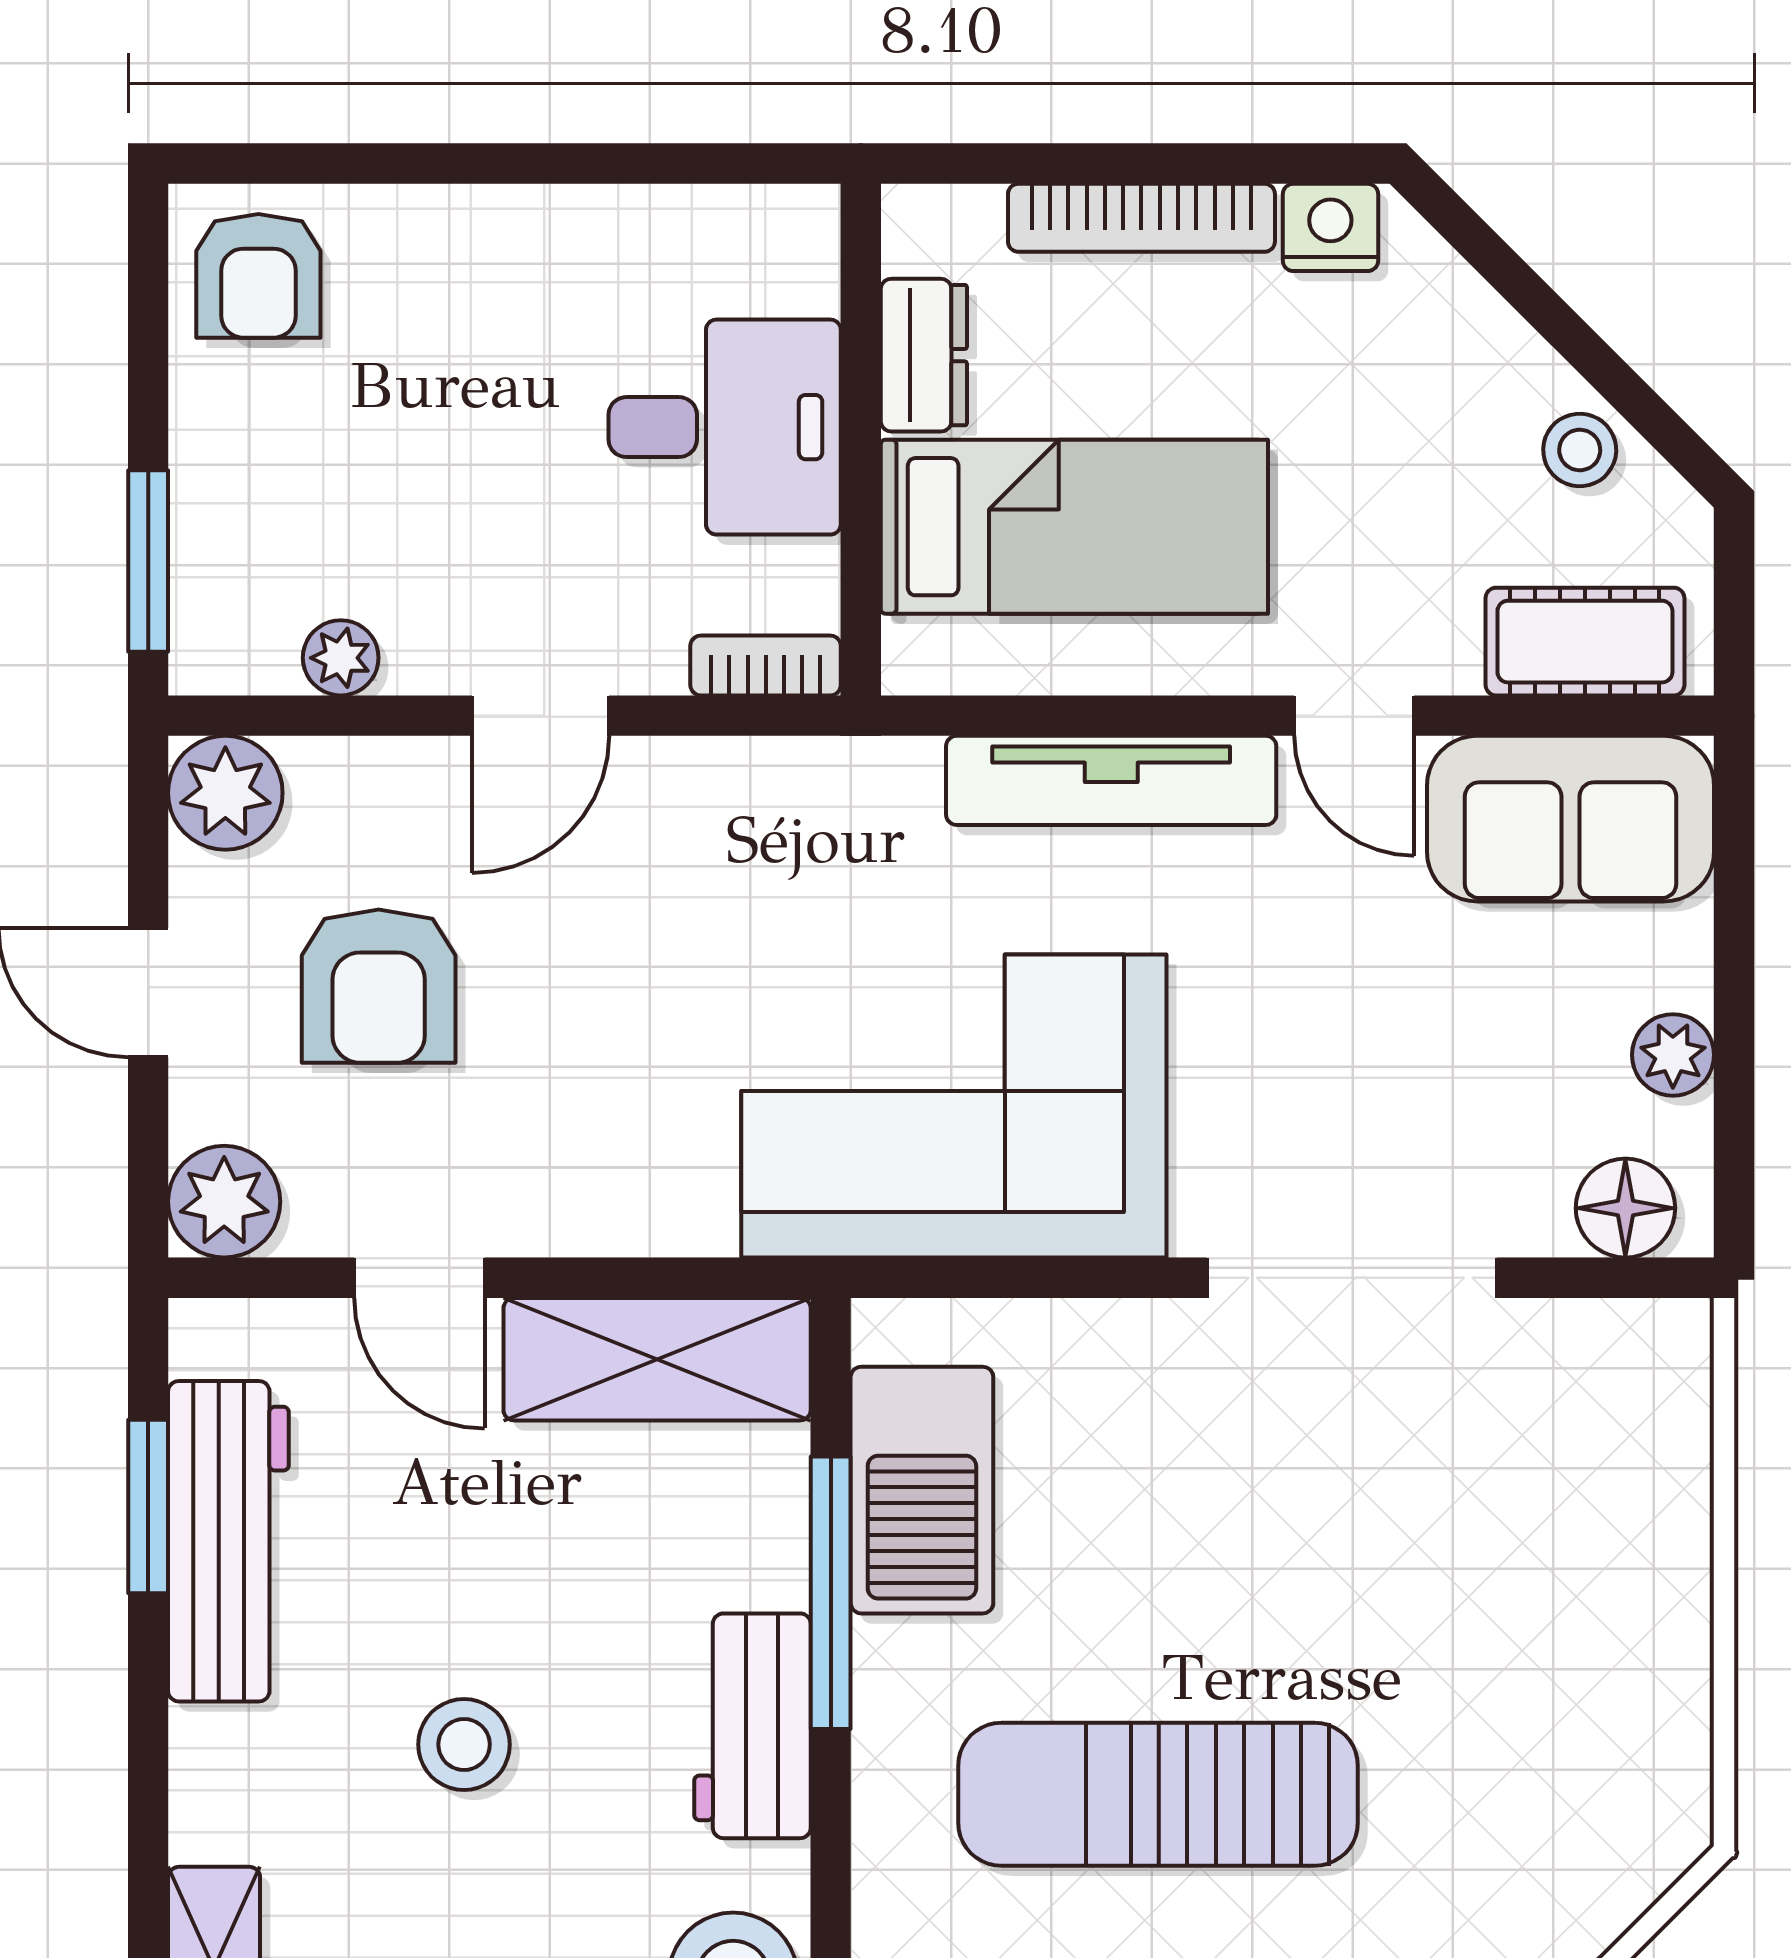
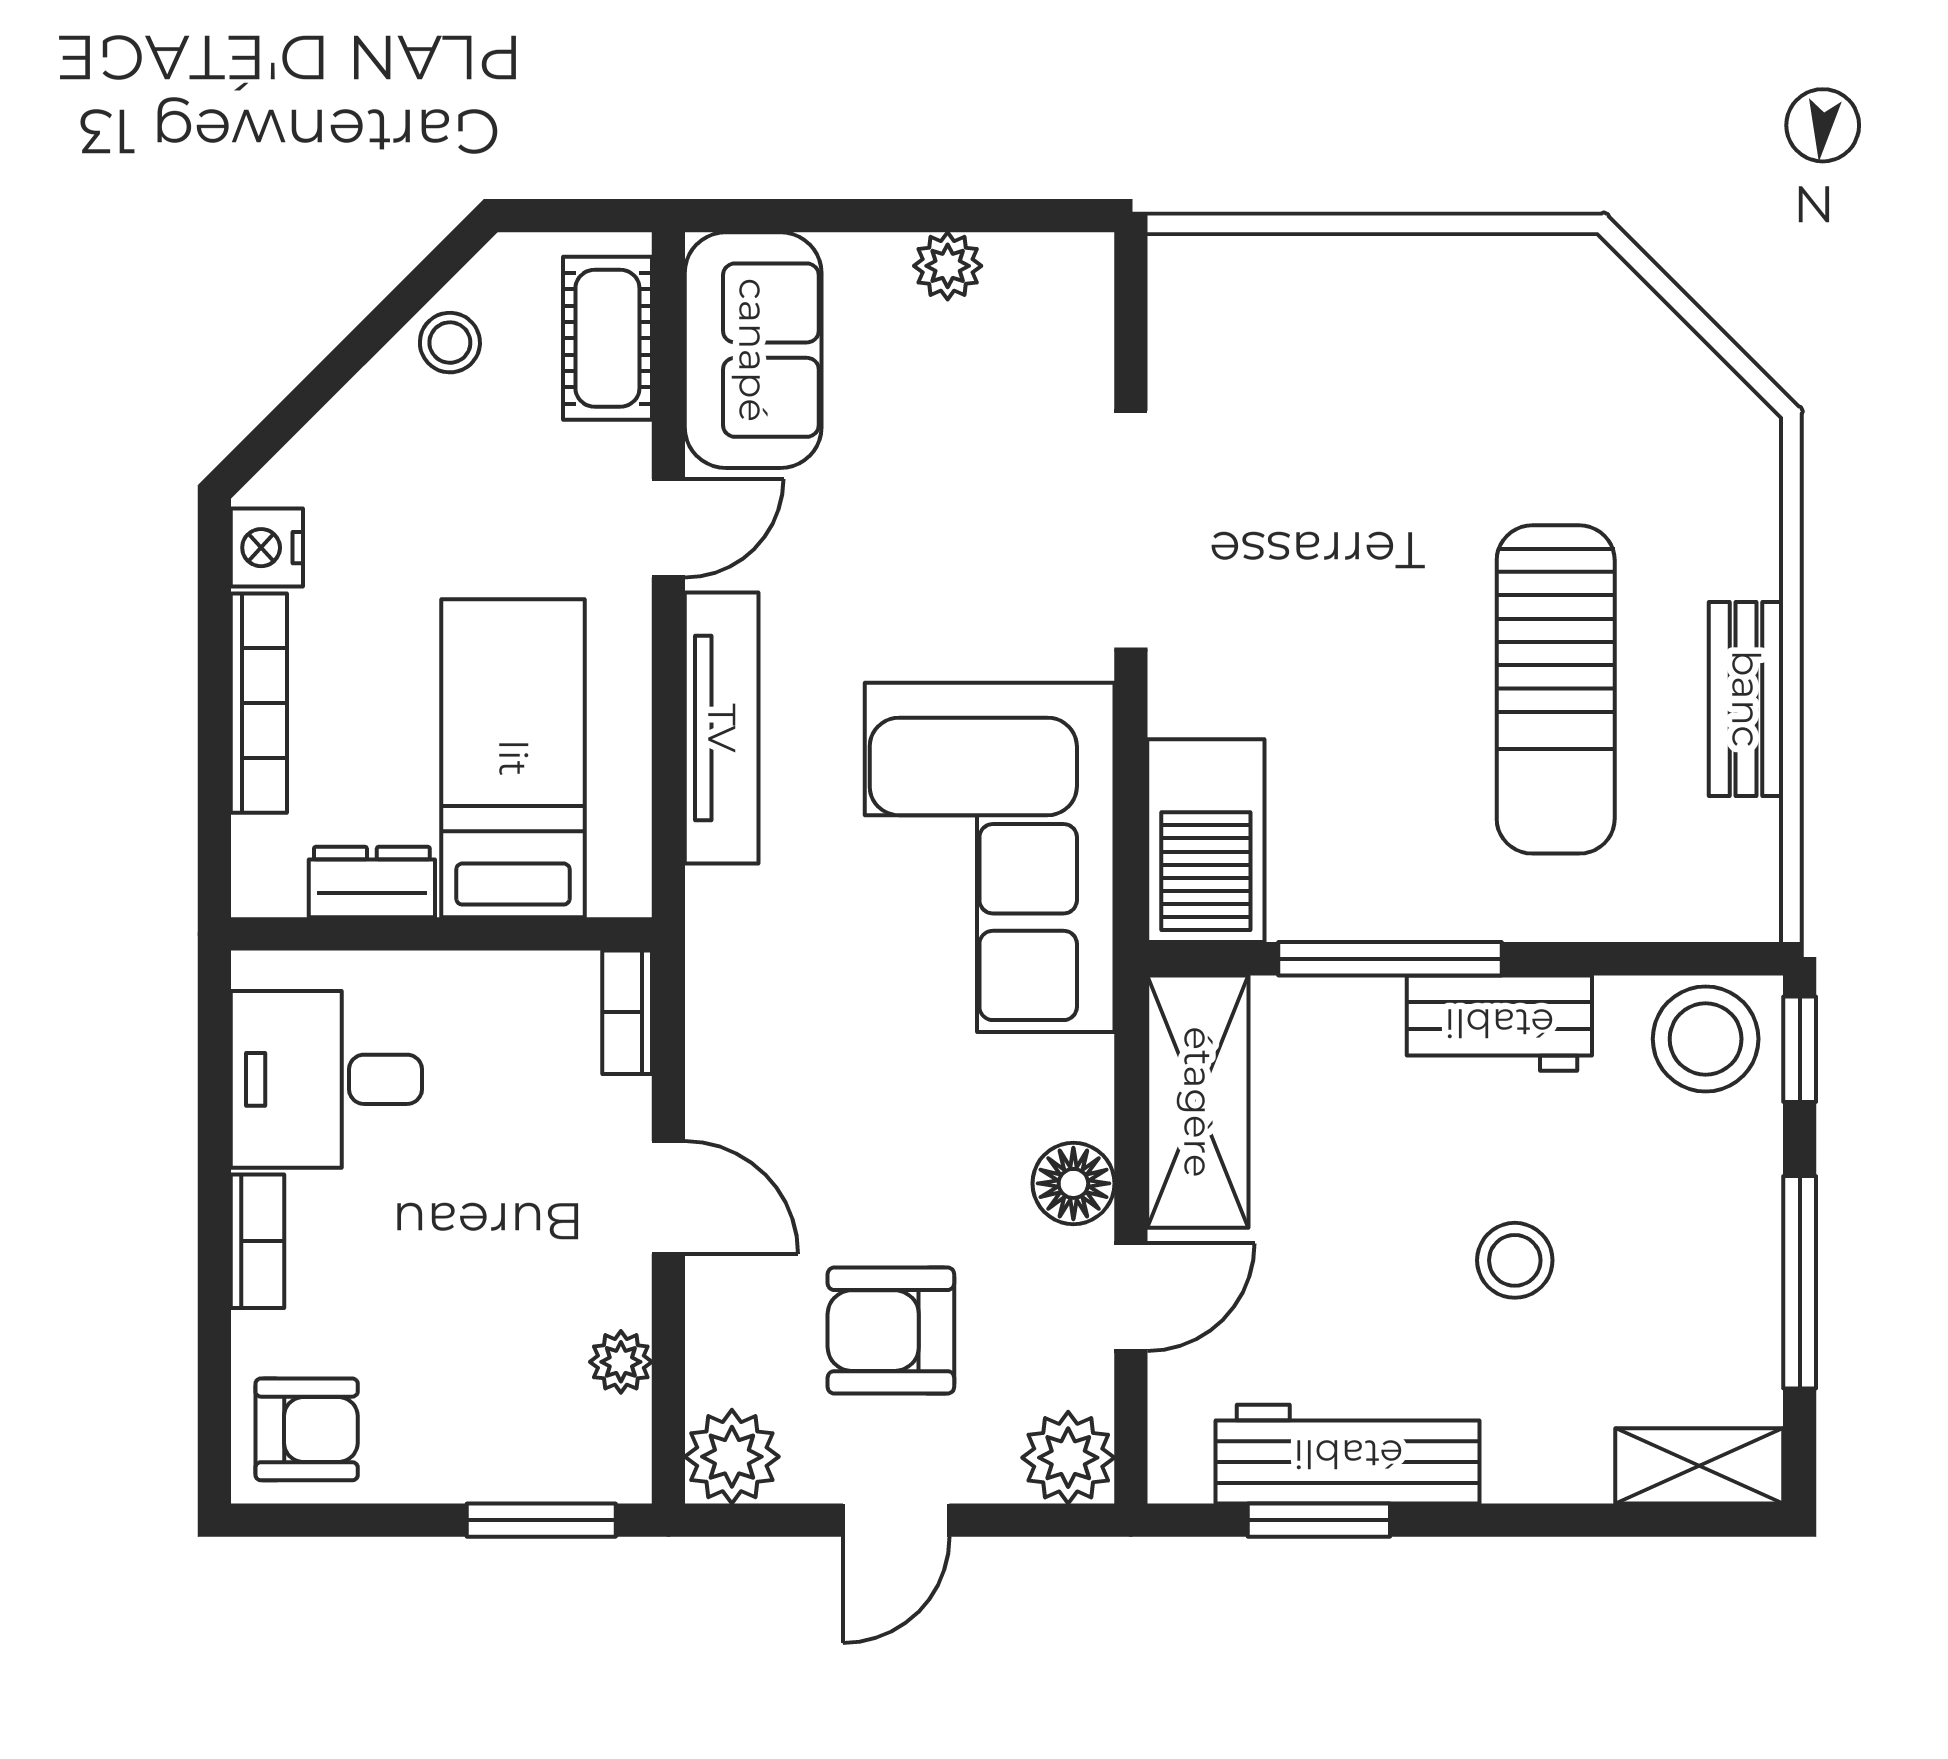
bookcase: (487, 216) -> (258, 1241), added
desk: (725, 427) -> (326, 1079), moved, turned -90
armchair: (379, 986) -> (891, 1331), turned 180
floor lamp: (1625, 1208) -> (1073, 1183), moved
barbecue: (922, 1490) -> (1206, 841), moved, turned 90

